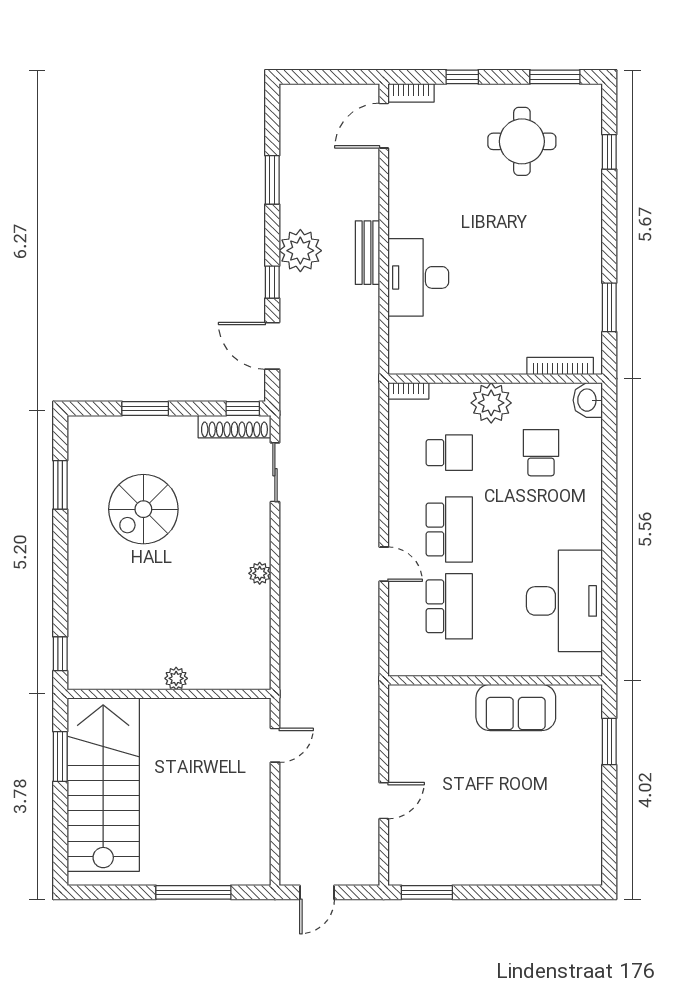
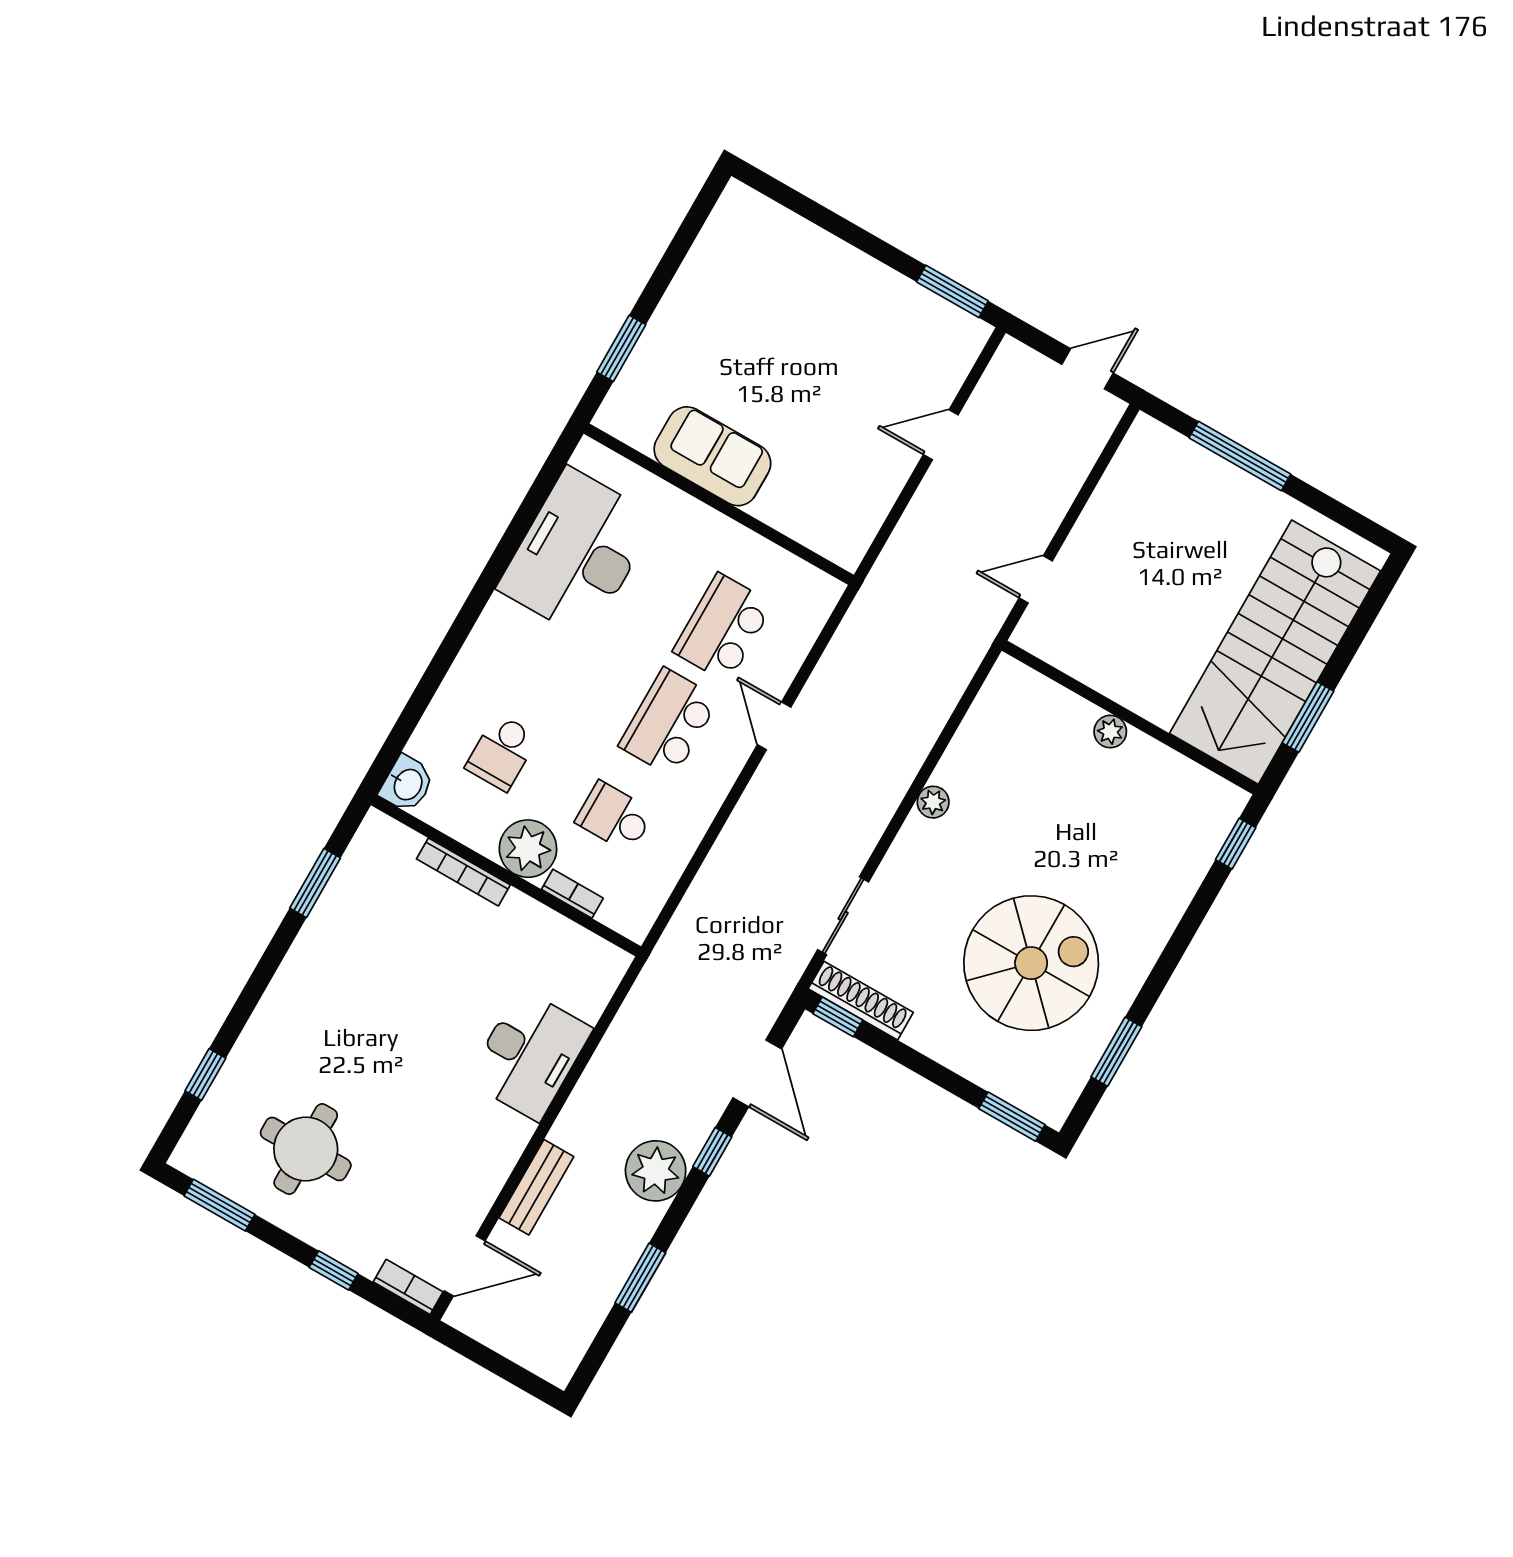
bench: (367, 253) -> (536, 1187), moved
bookcase: (560, 366) -> (463, 872), moved
bookcase: (408, 391) -> (572, 894), moved
window: (145, 409) -> (1012, 1117), moved
spiral stairs: (143, 509) -> (1031, 963), width x1.37, depth x1.37

